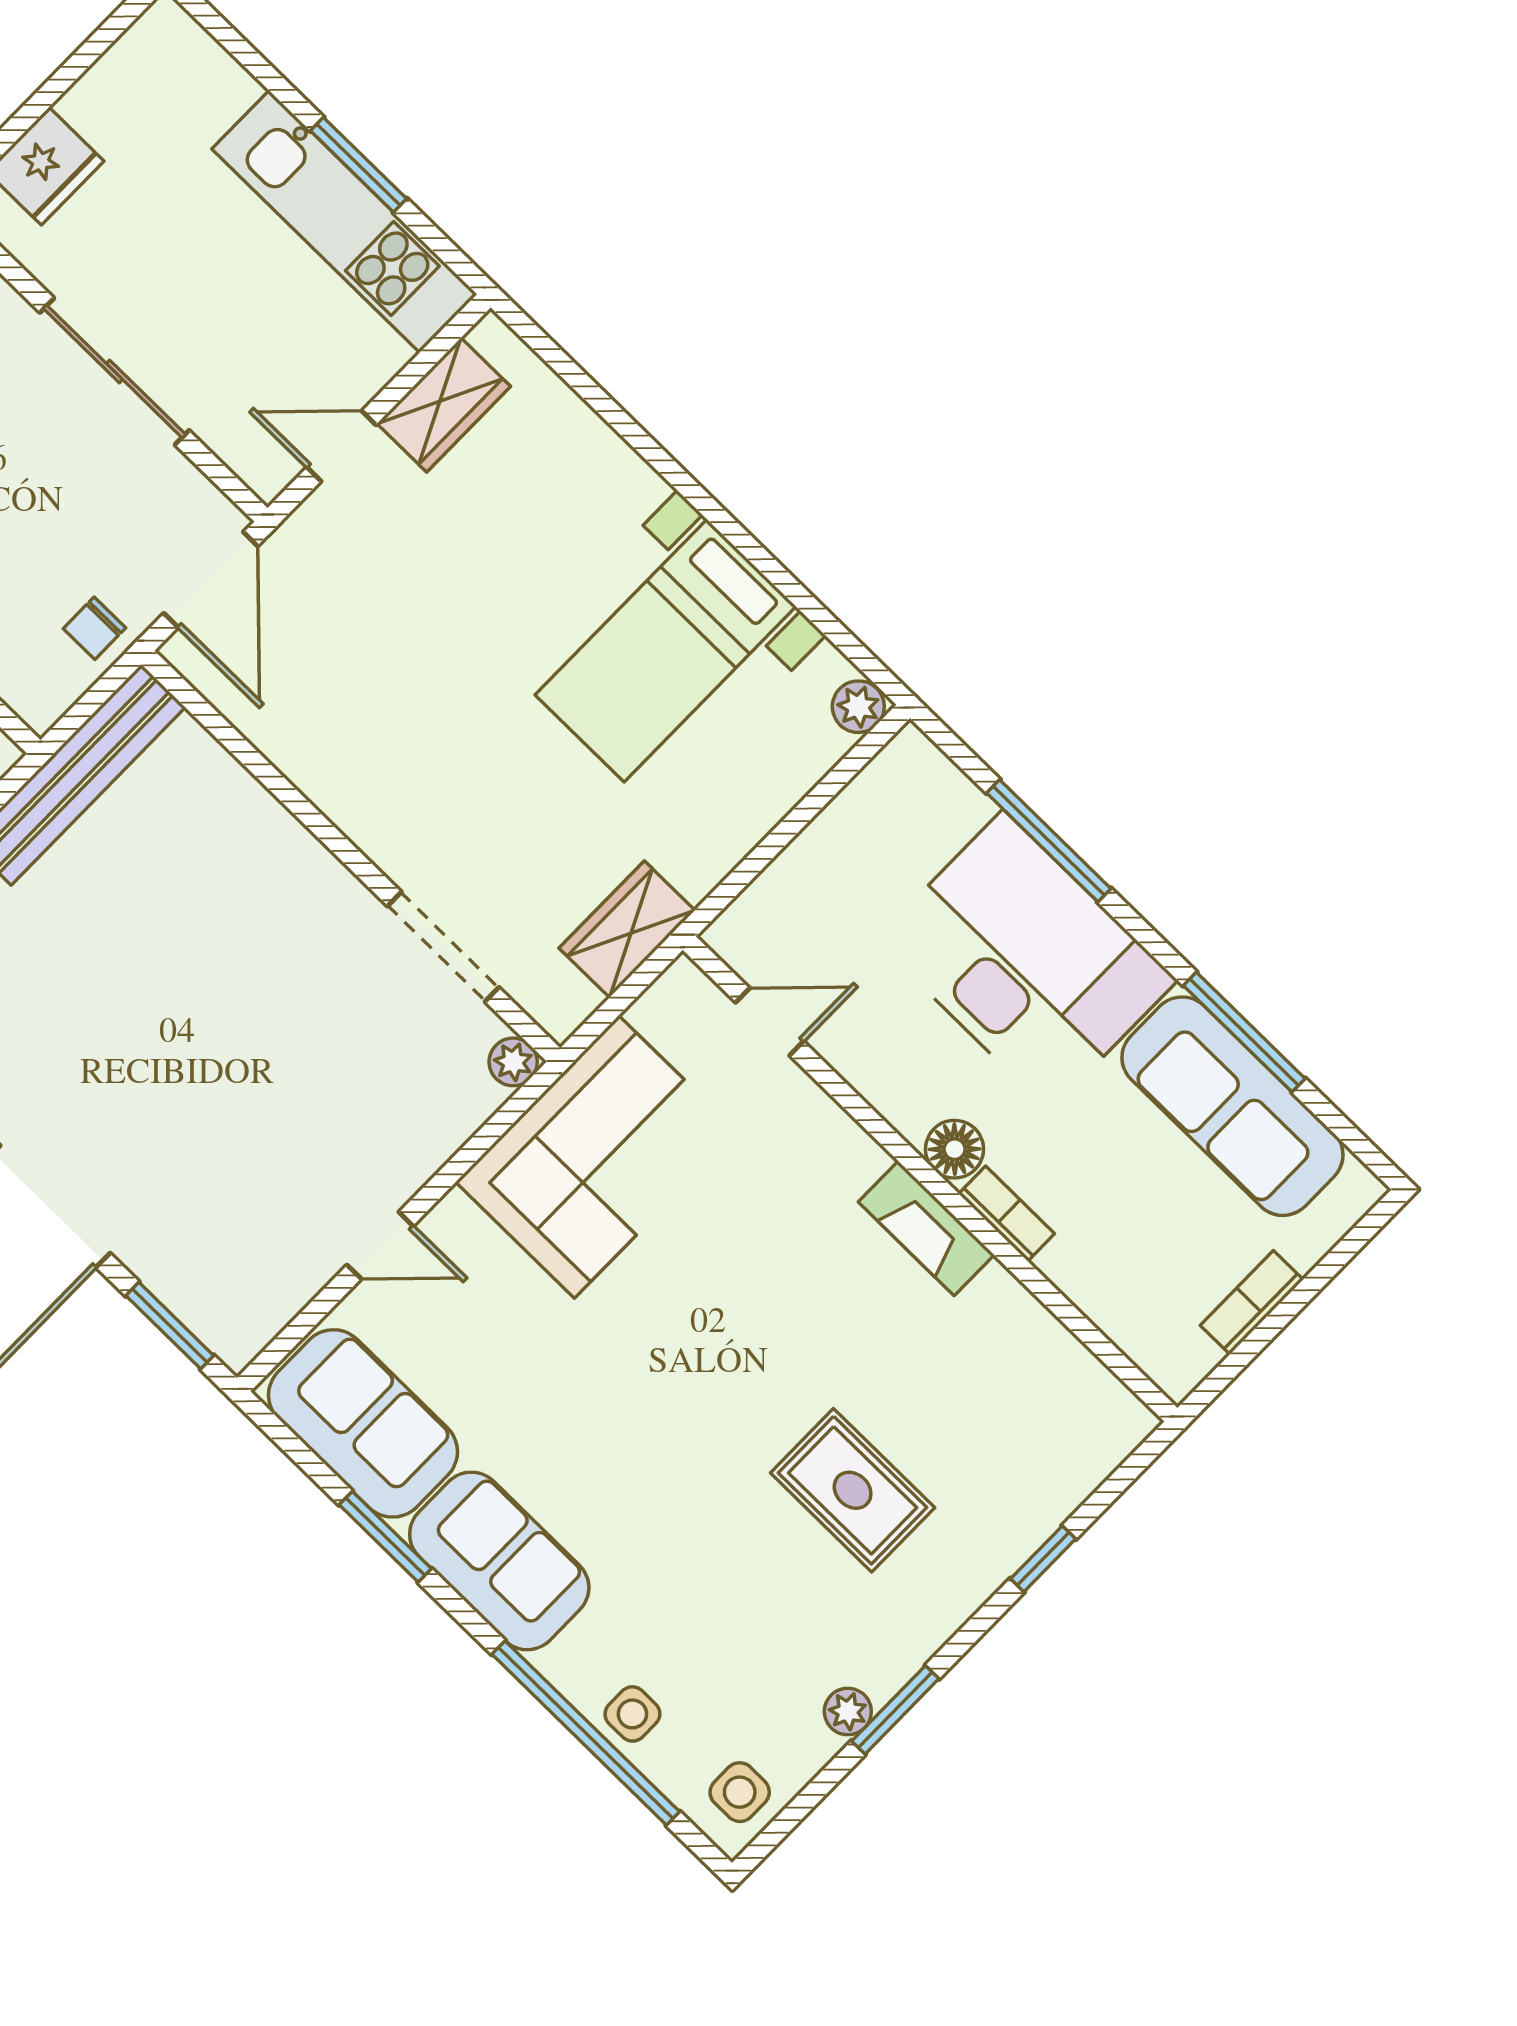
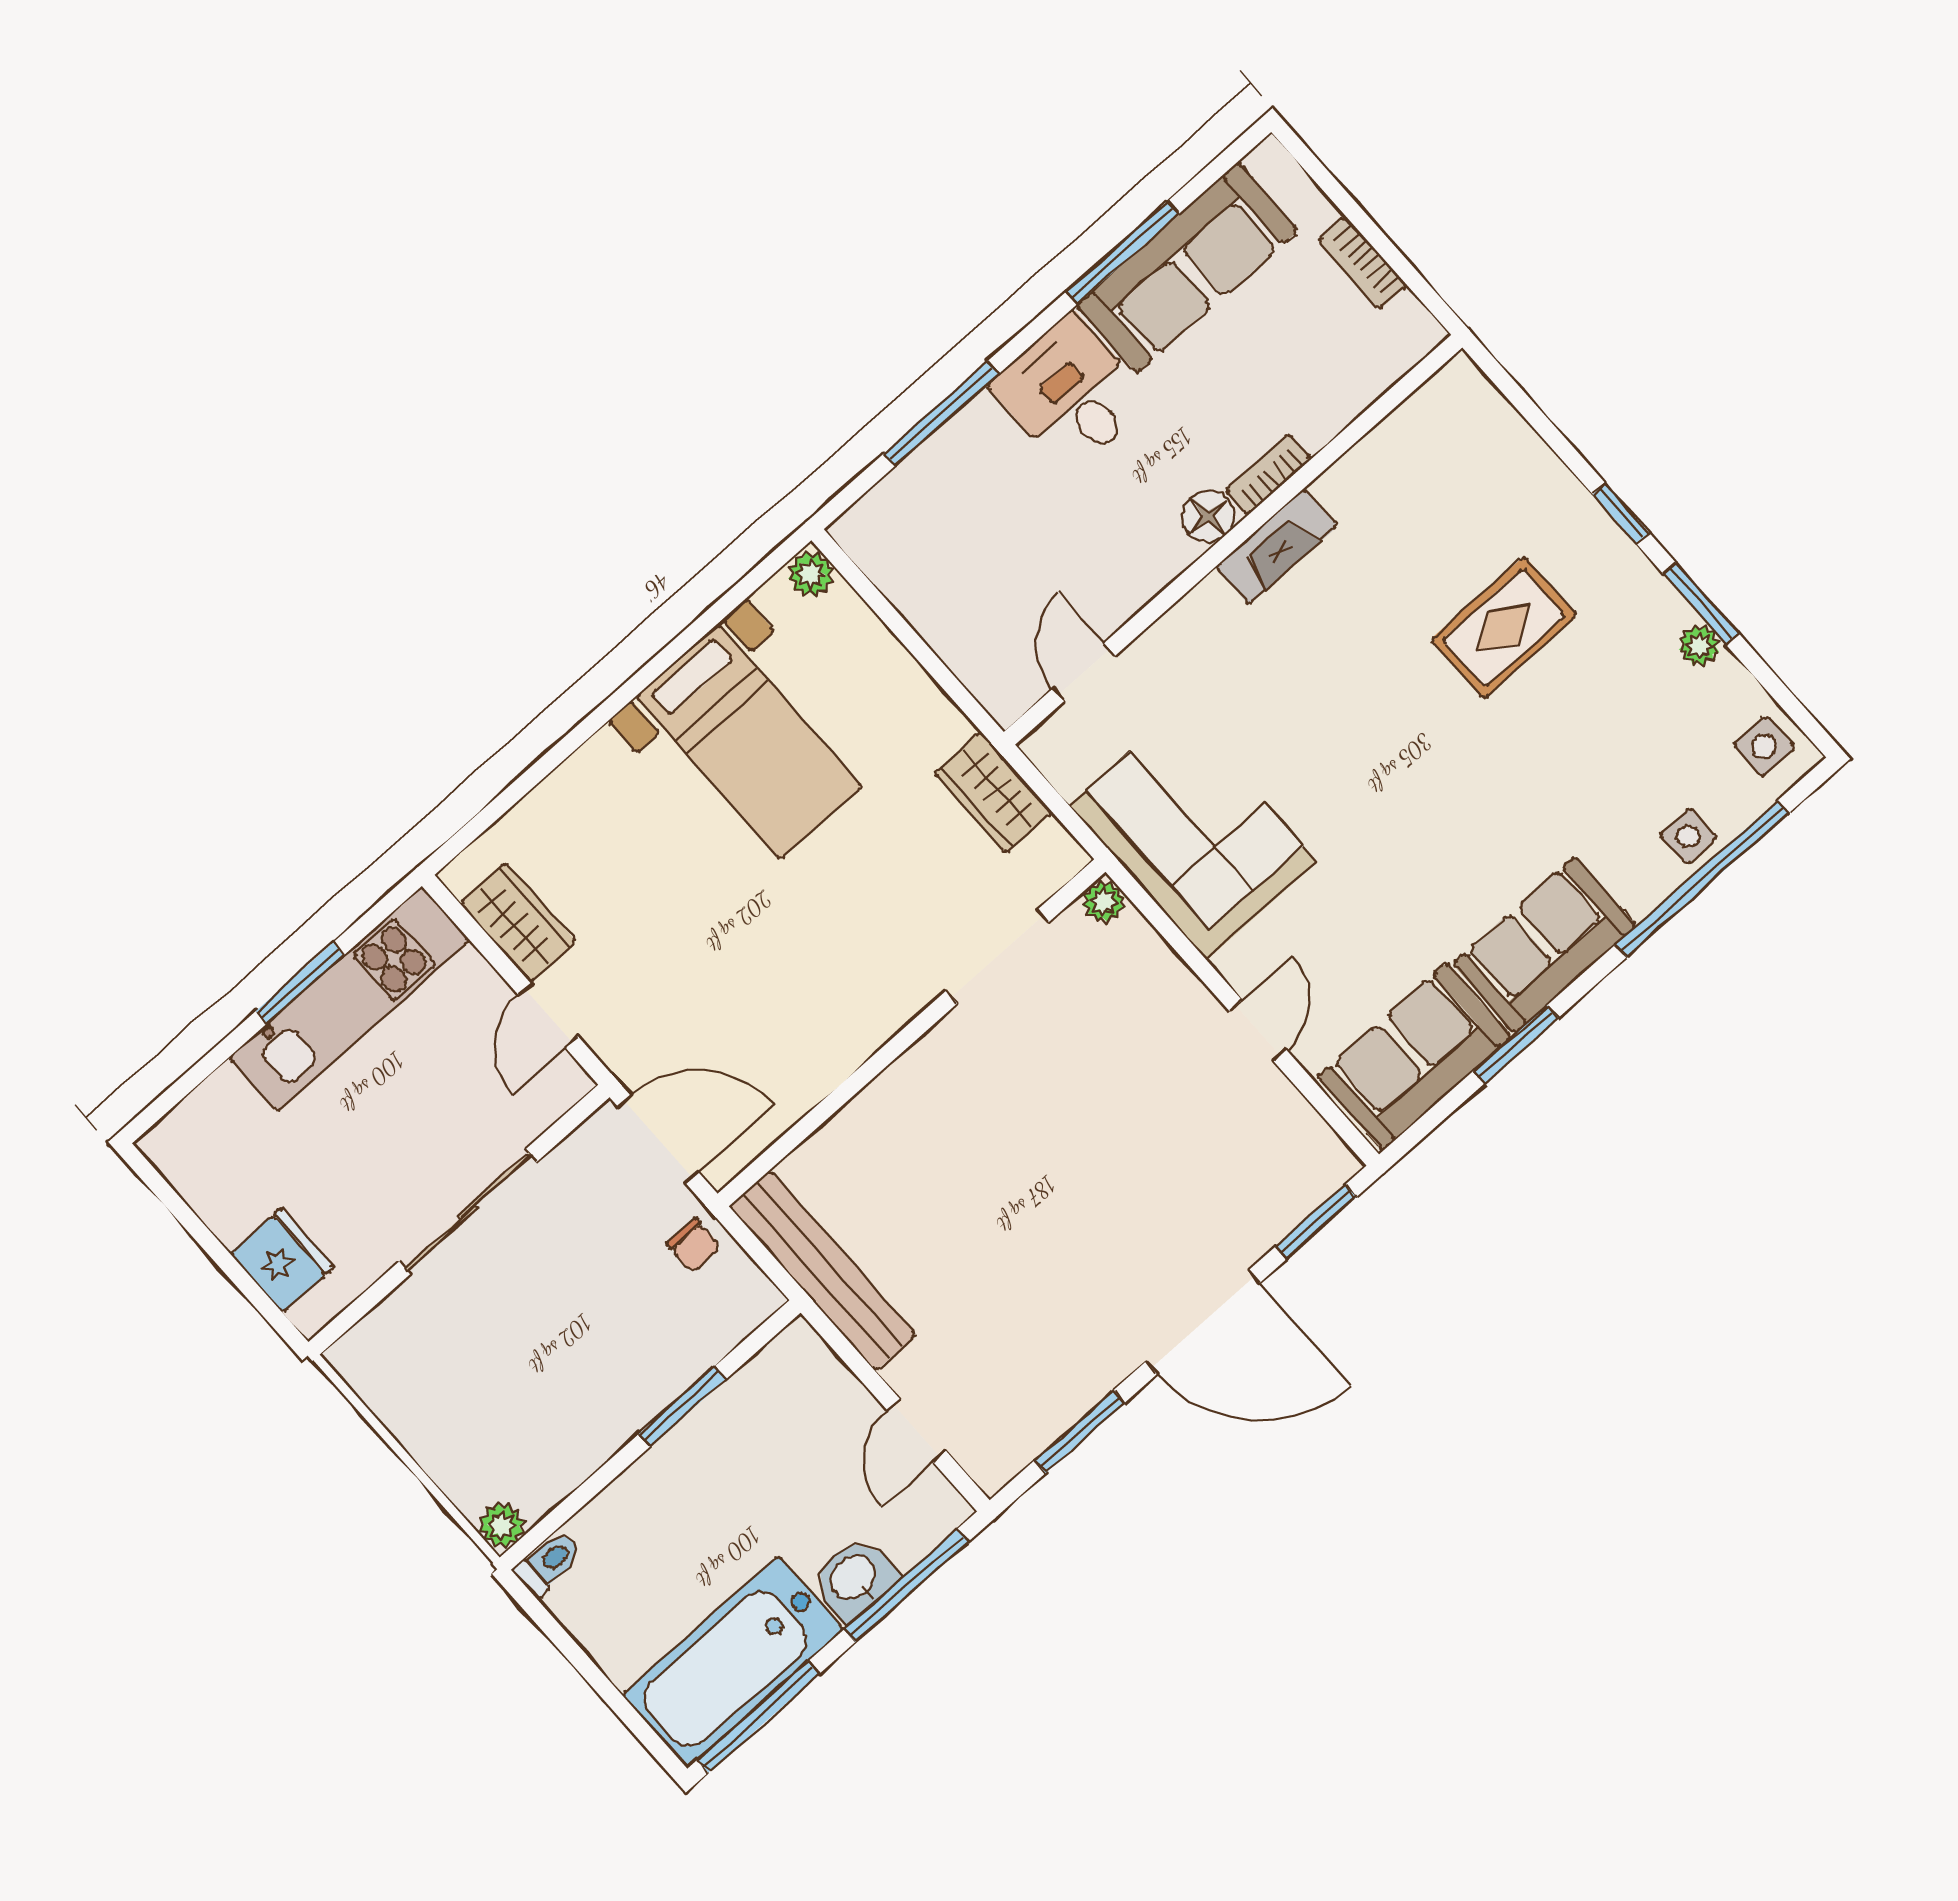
desk: (1026, 960) -> (1071, 393), width x0.53, depth x0.77
window: (1043, 1559) -> (1621, 514), moved

